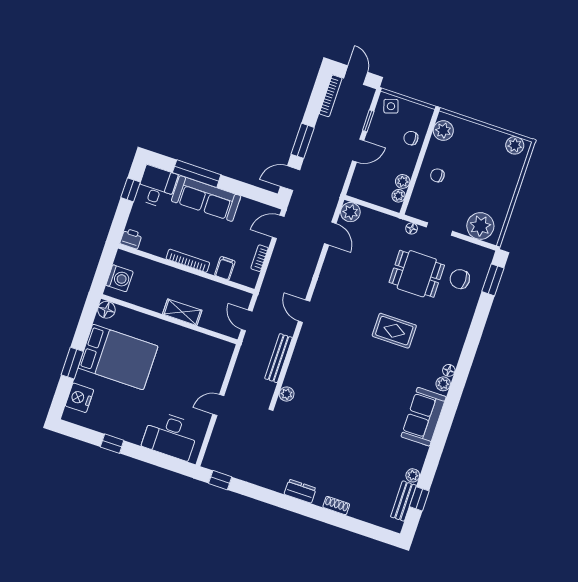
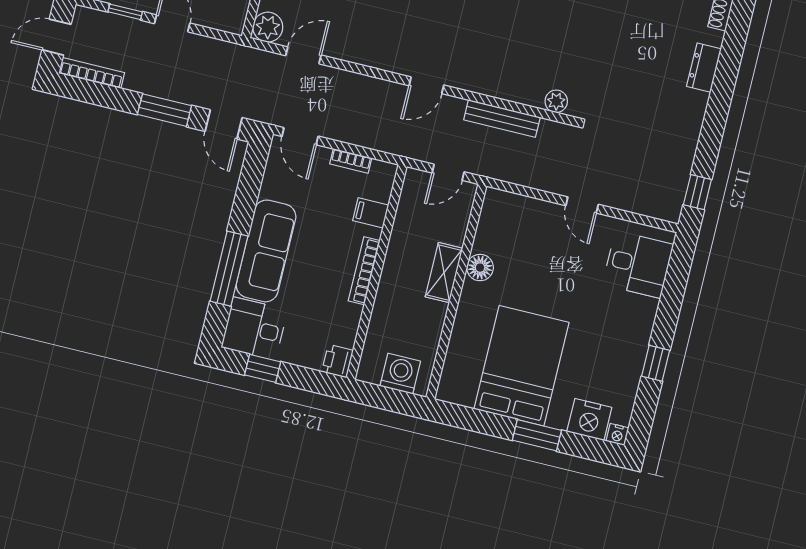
floor lamp: (106, 310) -> (480, 268), moved
nightstand: (68, 415) -> (617, 435), added
desk: (171, 436) -> (638, 264), width x0.73

